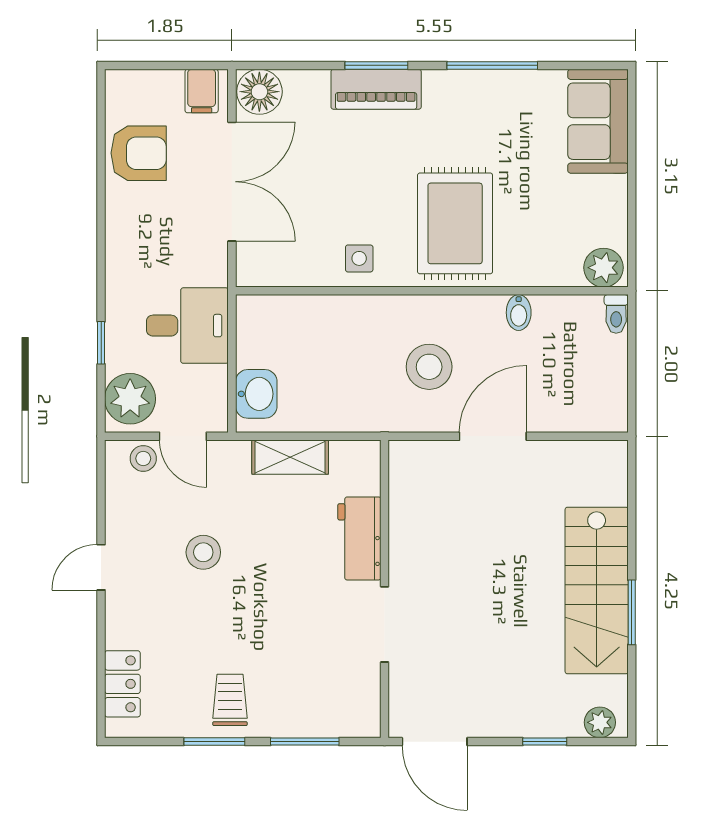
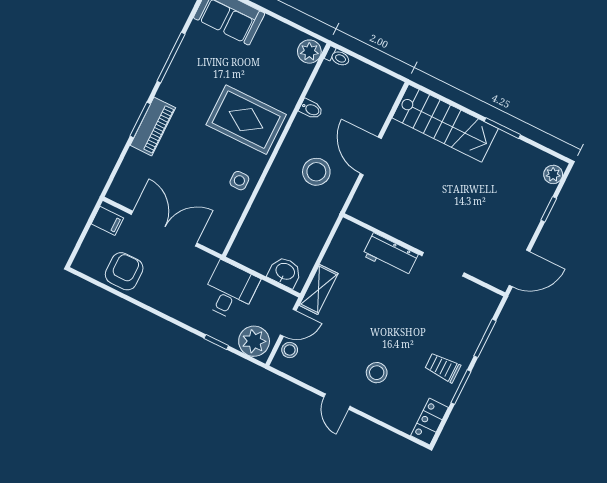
floor lamp: (259, 92) -> (123, 190), removed
shelving: (290, 457) -> (319, 289), moved
stool: (203, 552) -> (377, 373), moved
stairs: (597, 590) -> (445, 123), moved
locker: (122, 684) -> (430, 421), moved, turned -90

